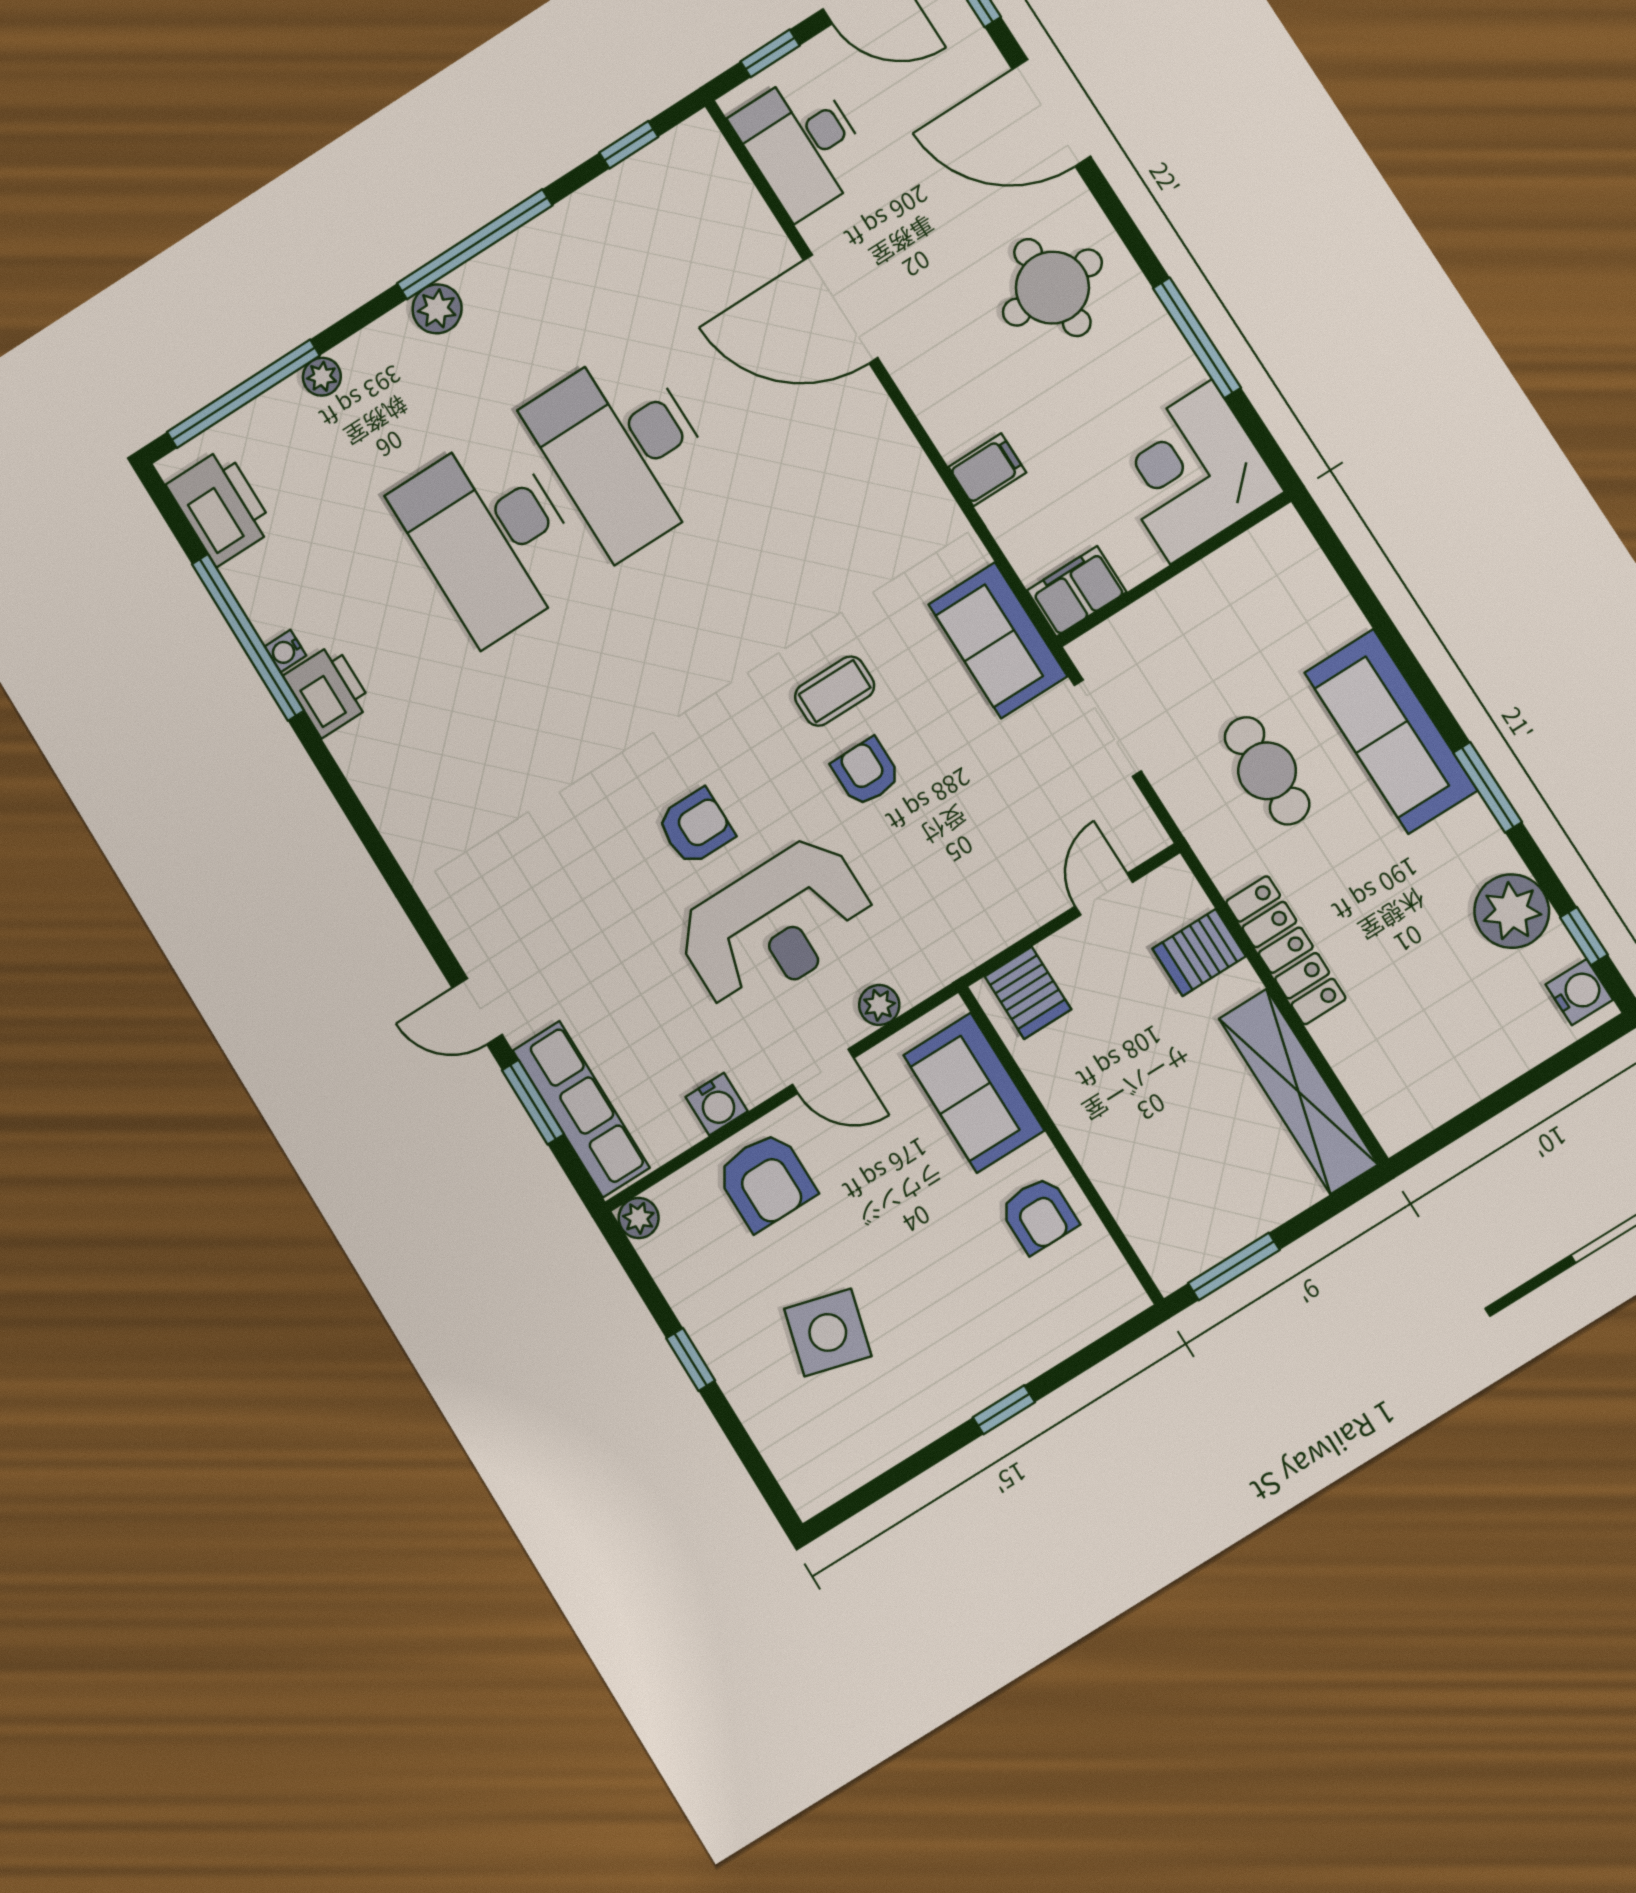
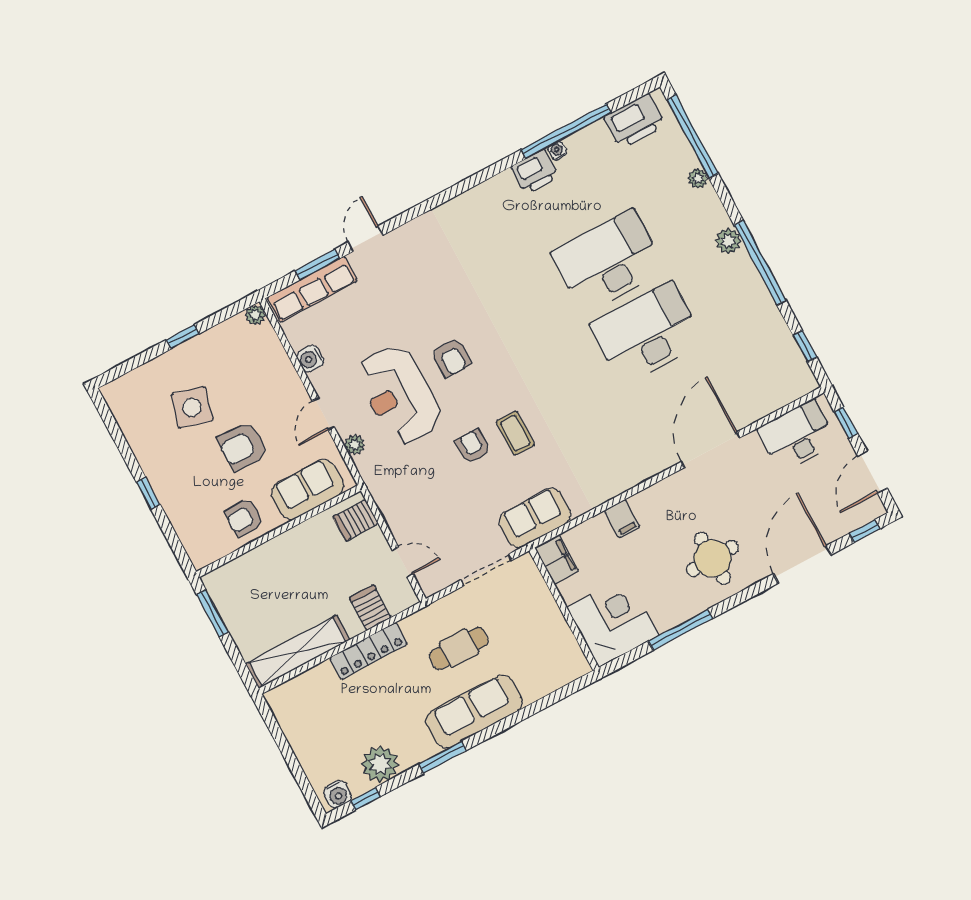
armchair: (866, 772) -> (473, 446), turned -90
armchair: (766, 1181) -> (242, 446), moved

